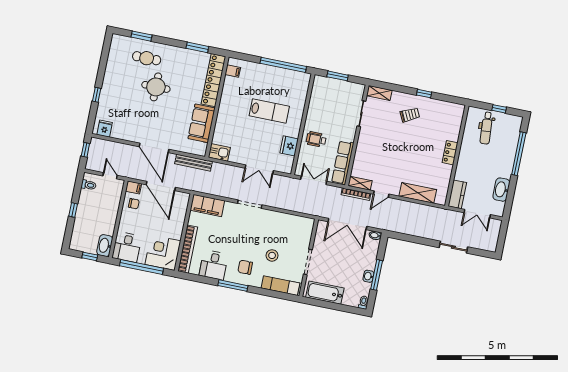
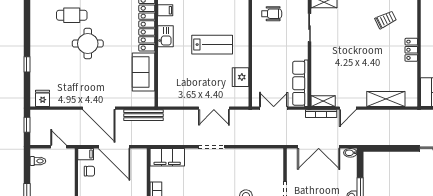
trolley: (410, 115) -> (386, 20), moved
wheelchair: (316, 139) -> (272, 14), moved, turned 180
kitchen sink: (219, 152) -> (165, 36), moved, turned 90

